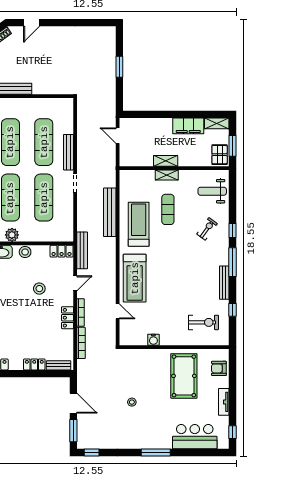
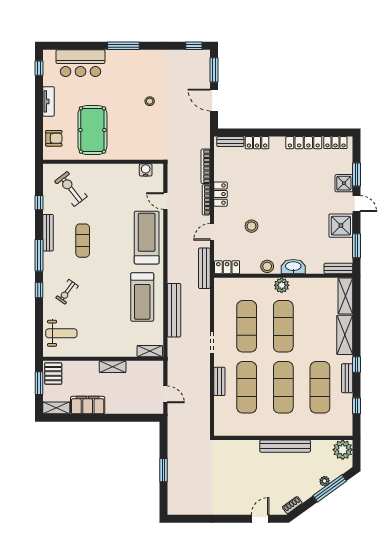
bench: (68, 152) -> (219, 381), width x0.73
shelving: (167, 175) -> (150, 351), moved
exercise mat: (168, 209) -> (83, 241), moved
exercise bike: (203, 322) -> (71, 189), turned 52
water cooler: (153, 340) -> (146, 170), moved

